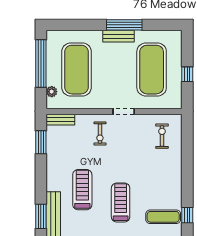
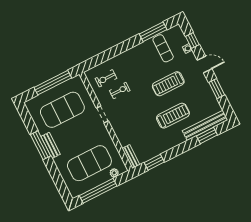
window: (187, 74) -> (53, 83), width x3.17
exercise bike: (100, 134) -> (120, 91), moved
treadmill: (82, 190) -> (173, 116), turned 180
window: (187, 215) -> (153, 32), width x2.17

